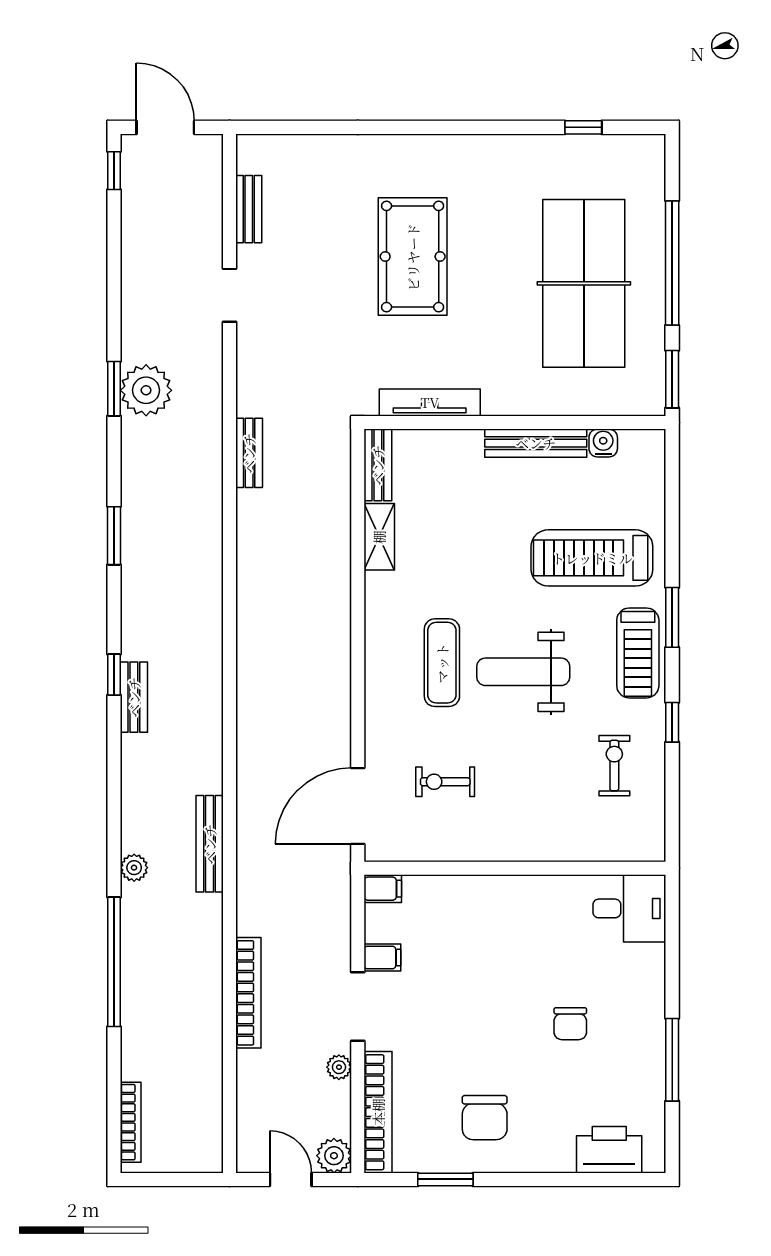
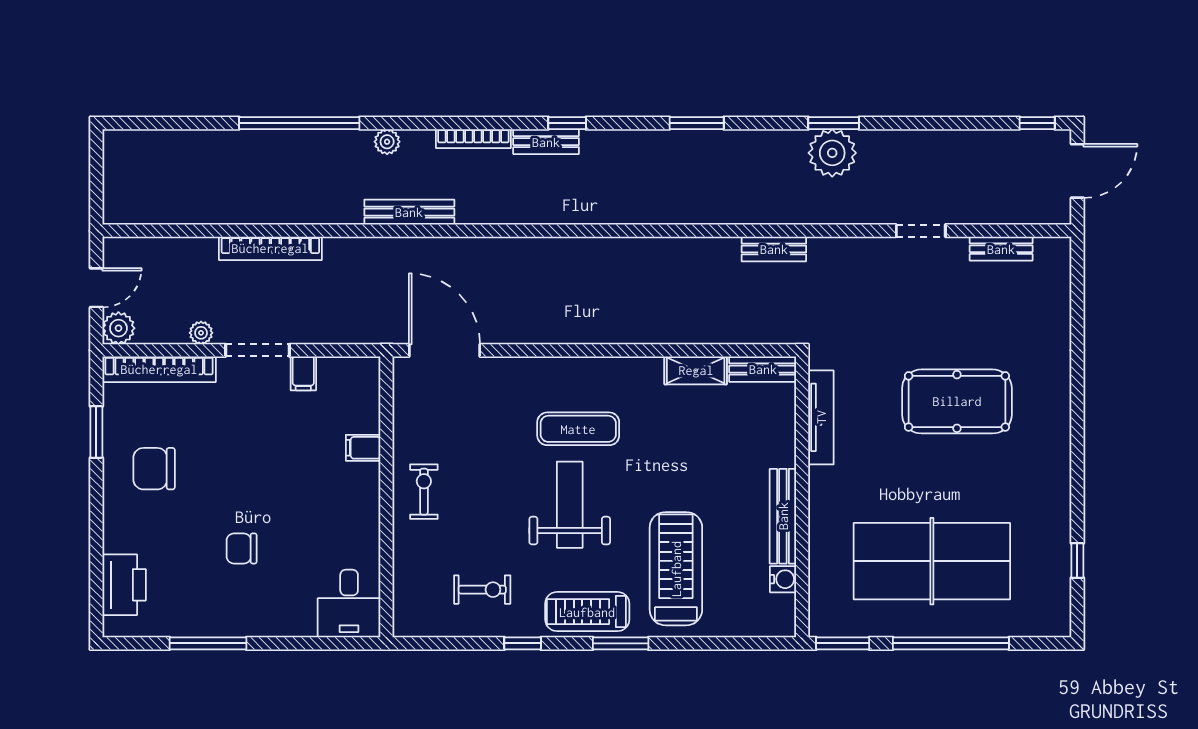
exercise bike: (445, 782) -> (424, 492), moved
filing cabinet: (383, 889) -> (363, 448), moved, turned 90
bookcase: (131, 1122) -> (473, 139), moved

